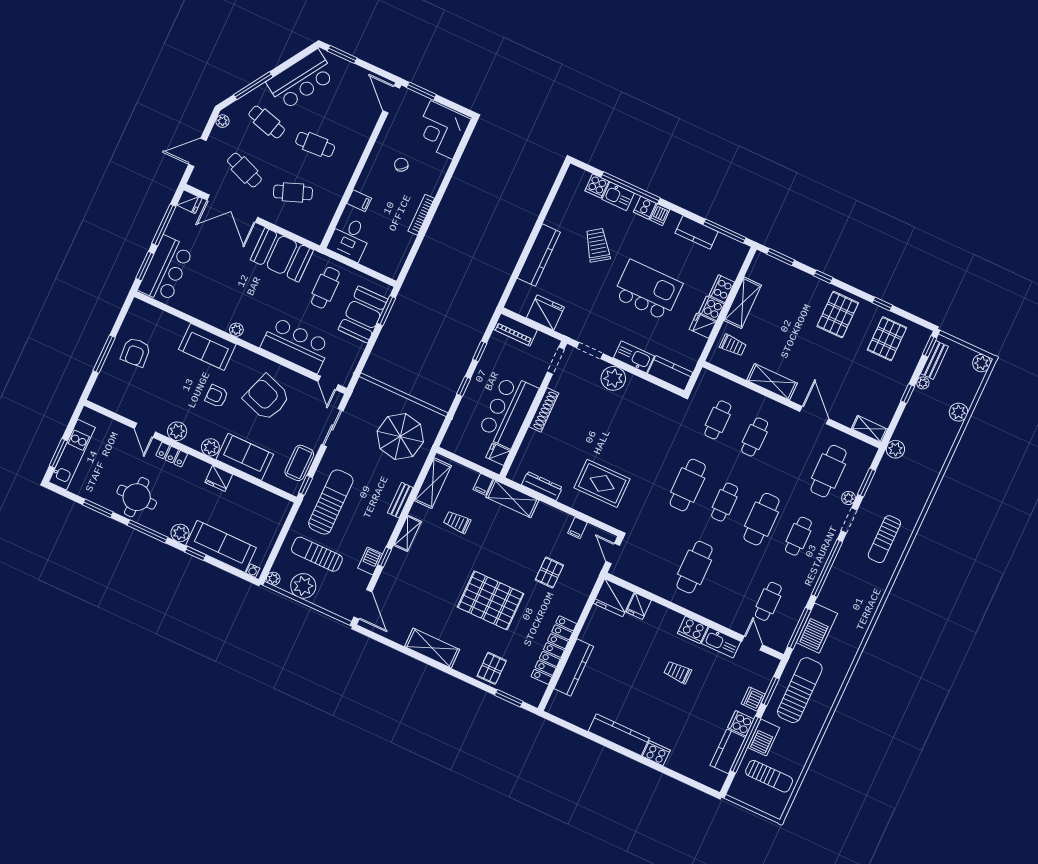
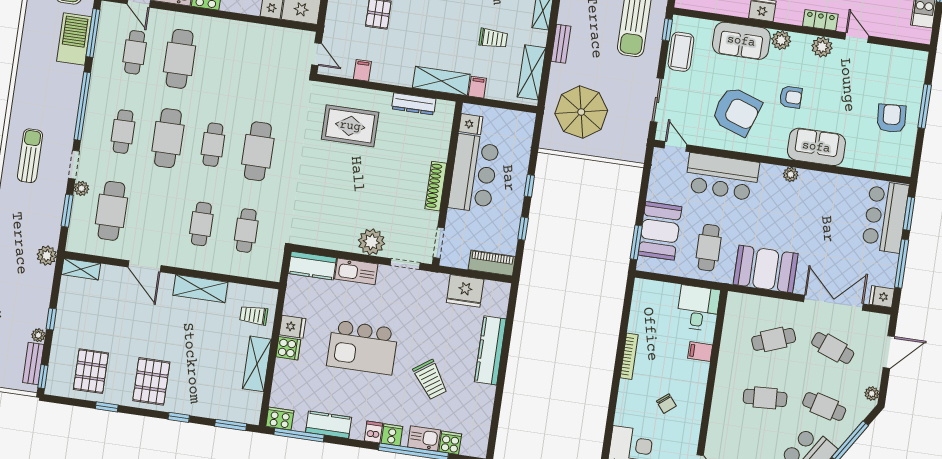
cooker: (722, 289) -> (280, 419), moved, turned -90
cafe table: (695, 567) -> (180, 59), moved

